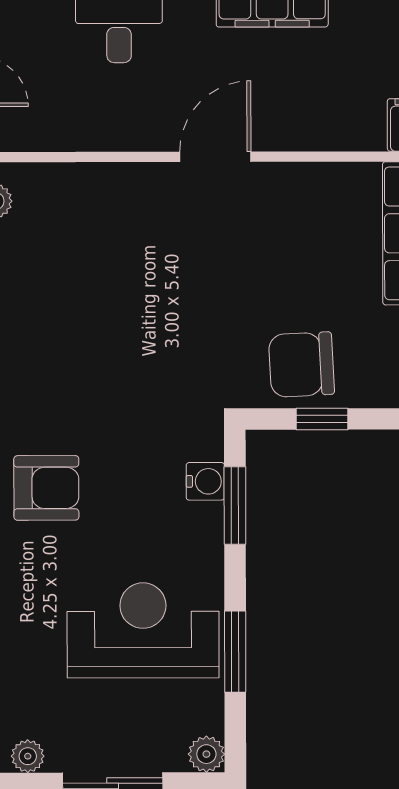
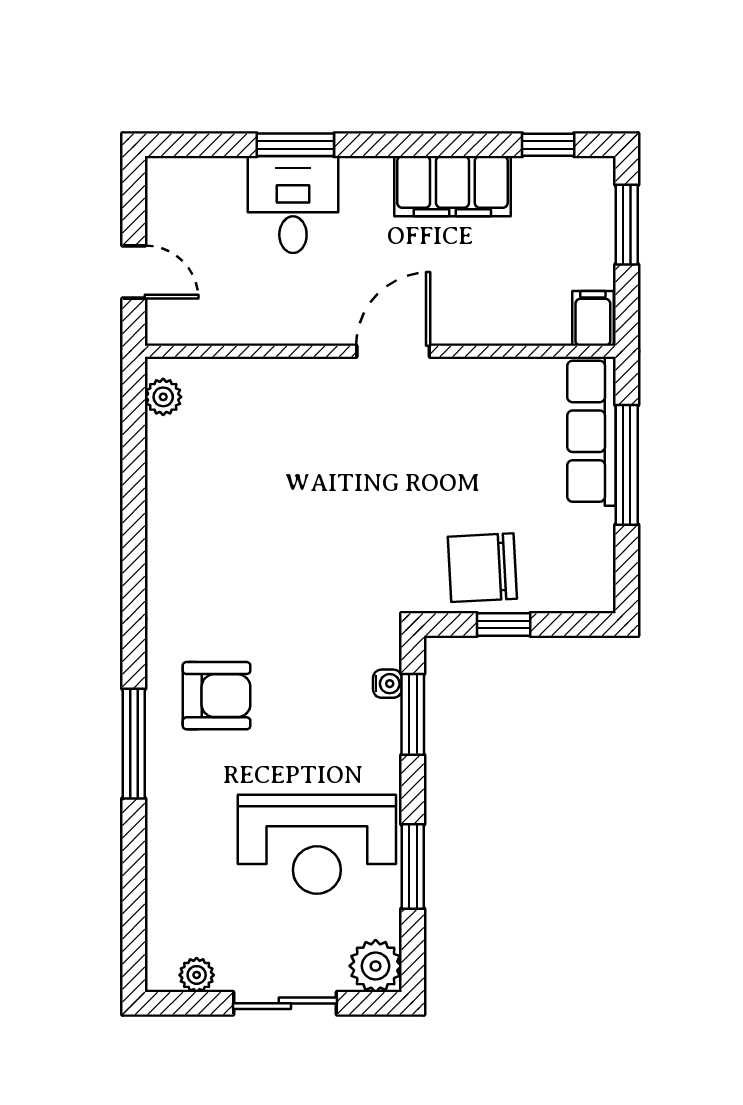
water cooler: (205, 481) -> (387, 684), width x0.72, depth x0.72
reception desk: (143, 630) -> (317, 844), turned 180
plant: (206, 754) -> (376, 966), width x1.38, depth x1.38

